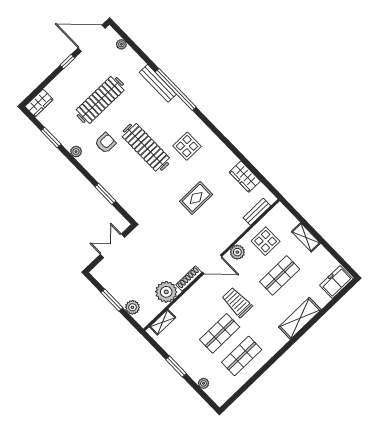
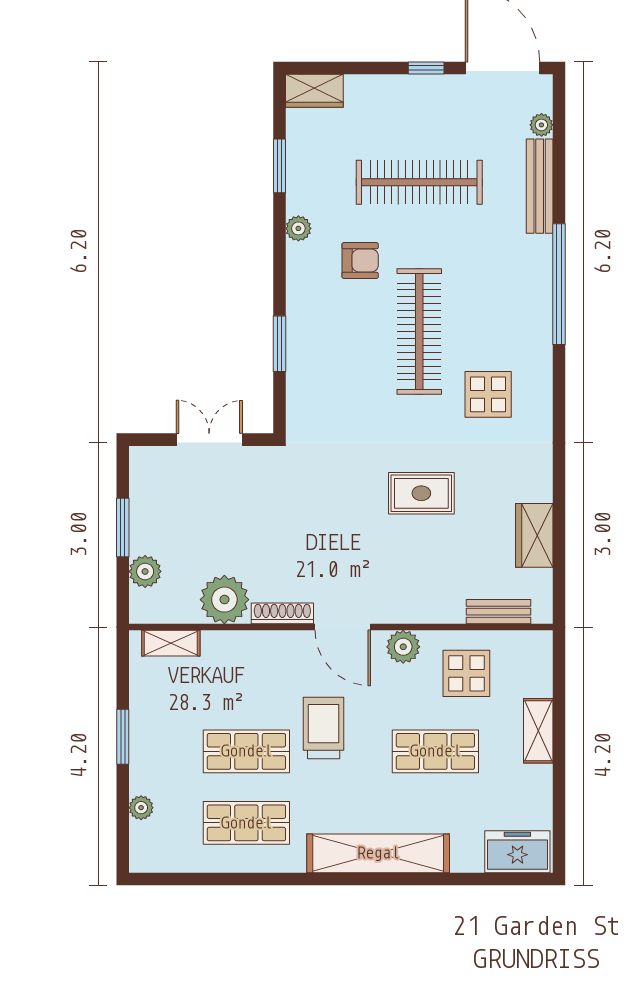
bench: (158, 83) -> (540, 186), moved
shelving: (300, 318) -> (378, 853), width x1.47

